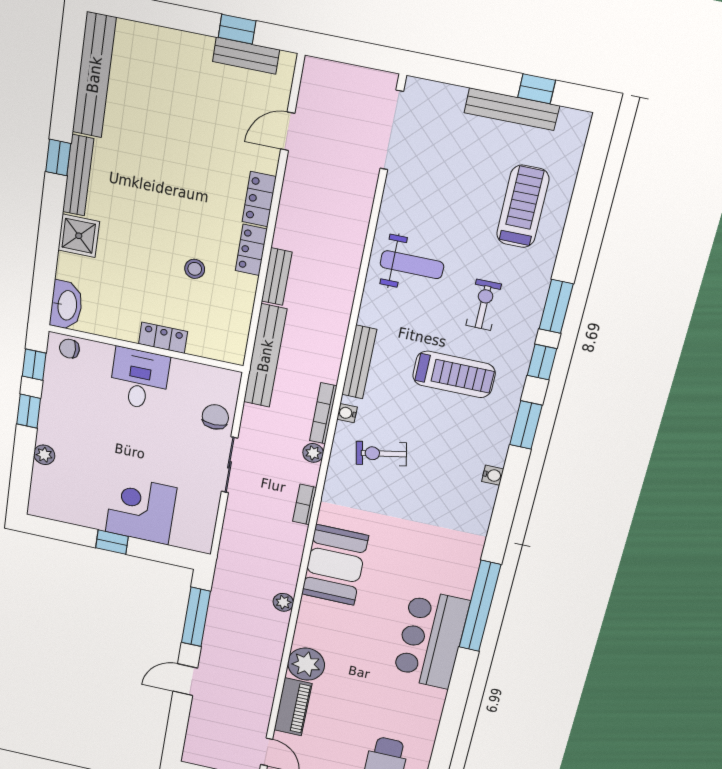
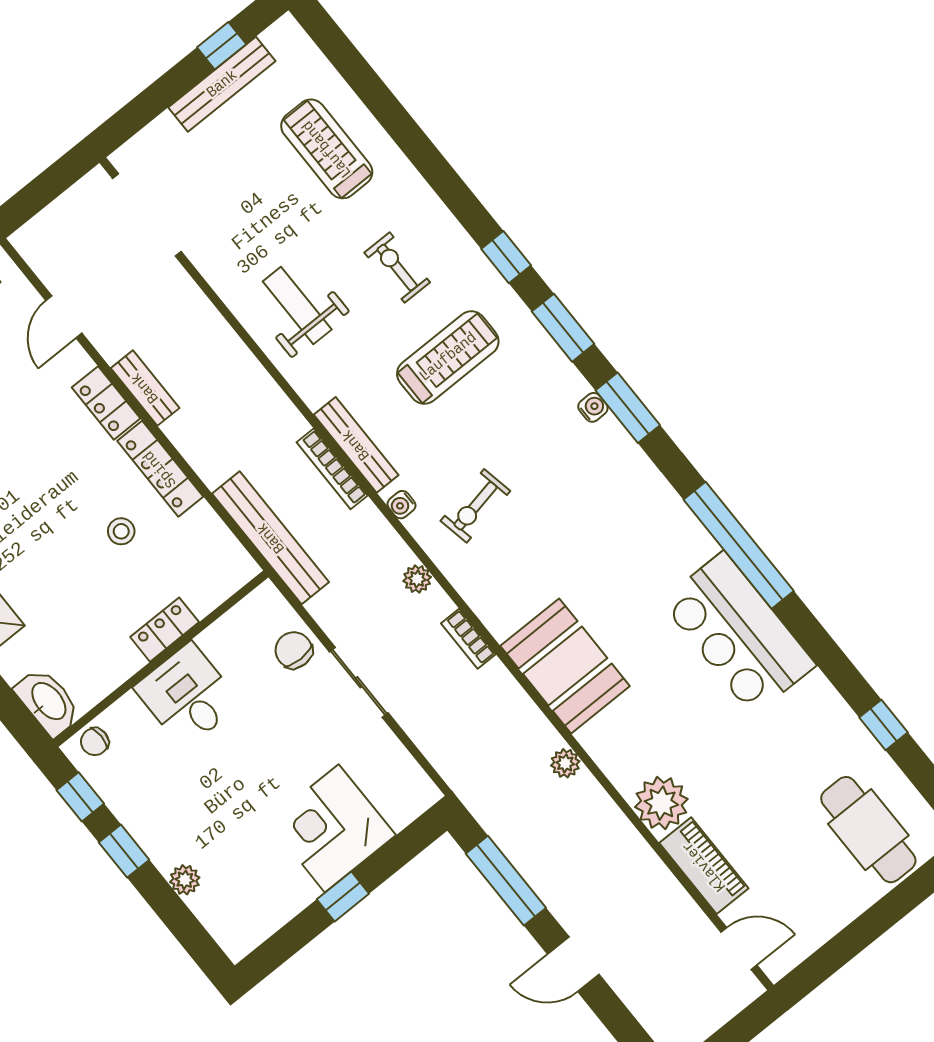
locker: (251, 250) -> (160, 469), width x1.53
weight bench: (412, 265) -> (297, 306), turned -90
bench: (277, 277) -> (145, 388), moved
window: (556, 307) -> (628, 408), moved
bookcase: (323, 413) -> (332, 469), moved
door: (185, 680) -> (573, 964), hinge flipped
window: (445, 743) -> (884, 725), added

